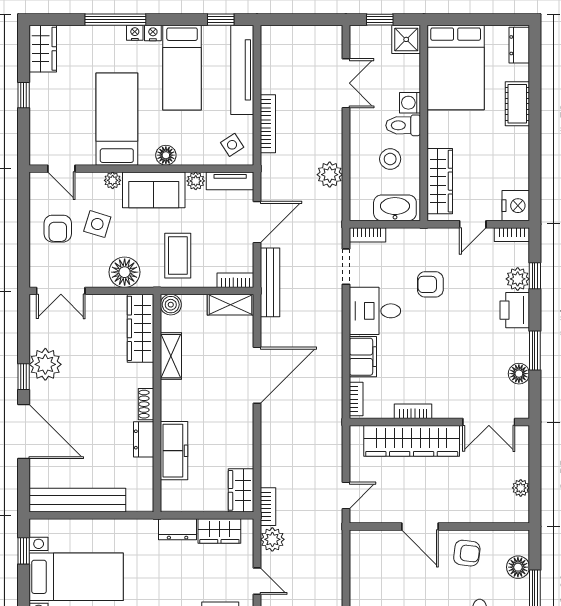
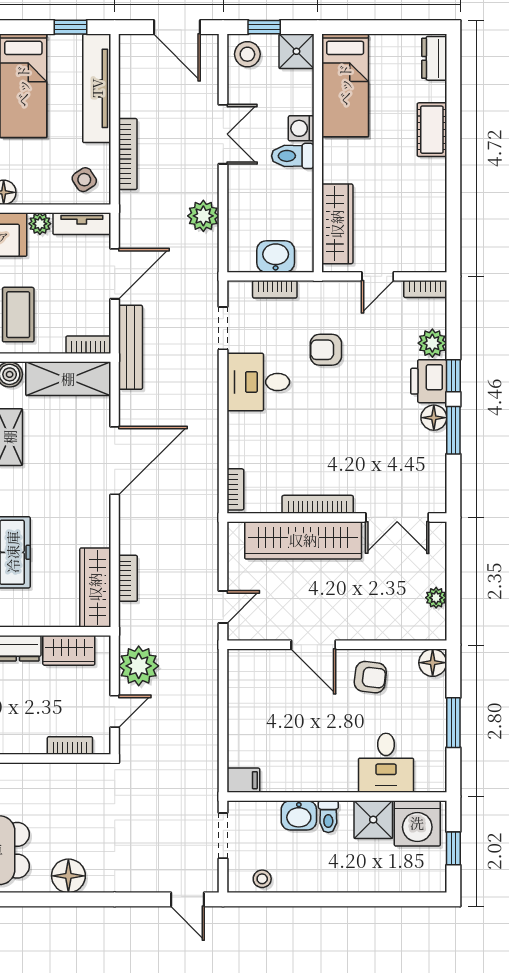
door: (308, 20) -> (177, 27), added
bed: (456, 67) -> (345, 85), width x0.67
double door: (346, 83) -> (223, 134), moved
stool: (390, 159) -> (247, 54), moved
nightstand: (516, 206) -> (430, 254), removed
washbasin: (395, 208) -> (276, 256), width x0.72
bookcase: (367, 235) -> (275, 289), moved
window: (535, 276) -> (453, 376), moved
shelving: (230, 305) -> (68, 379), width x1.50, depth x1.33
filing cabinet: (363, 357) -> (244, 438), removed
floor lamp: (519, 374) -> (434, 418), moved
bookcase: (413, 411) -> (318, 504), width x1.56
wardrobe: (241, 490) -> (95, 587), width x1.50
bookcase: (268, 507) -> (128, 578), moved
plant: (272, 539) -> (139, 666), width x1.36, depth x1.36
floor lamp: (518, 567) -> (433, 663), moved
door: (257, 581) -> (115, 711), hinge flipped

